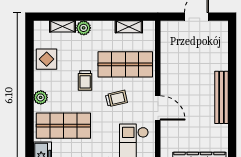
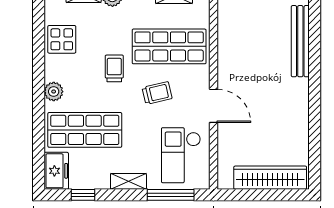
trolley: (85, 80) -> (114, 68), turned 180
bench: (221, 97) -> (300, 41), moved

